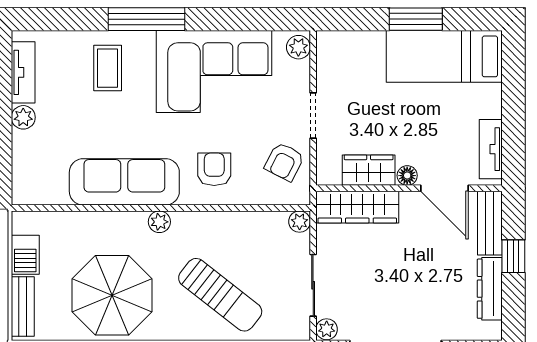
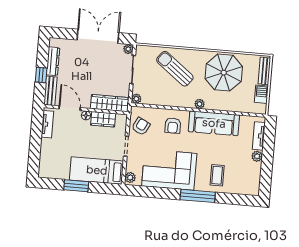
bed: (444, 56) -> (97, 170), moved, turned 180
tv unit: (23, 72) -> (259, 136), moved

